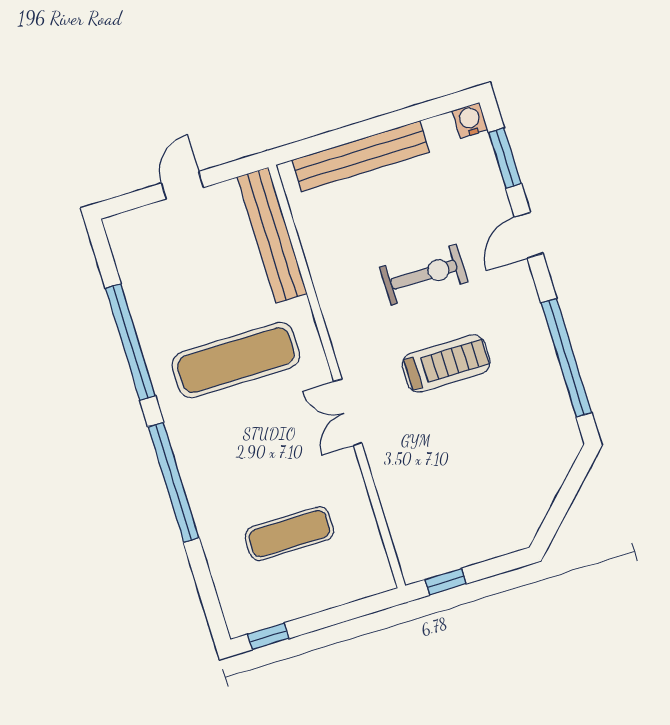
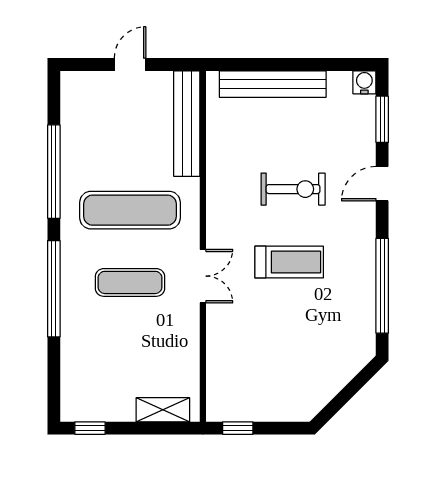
double door: (348, 412) -> (203, 276), swing flipped
exercise mat: (289, 534) -> (130, 282), moved
shelving: (349, 587) -> (163, 410), added

